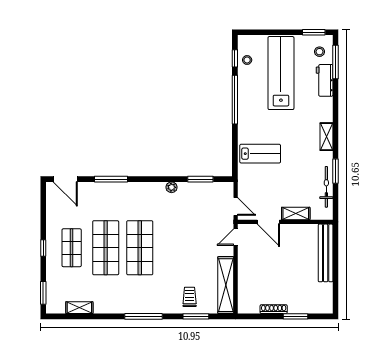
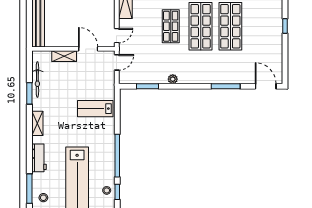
workbench: (325, 80) -> (39, 158), moved
door: (236, 207) -> (117, 62), swing flipped
shop shelf: (72, 248) -> (171, 26), moved

